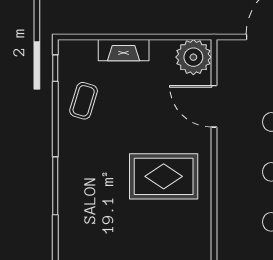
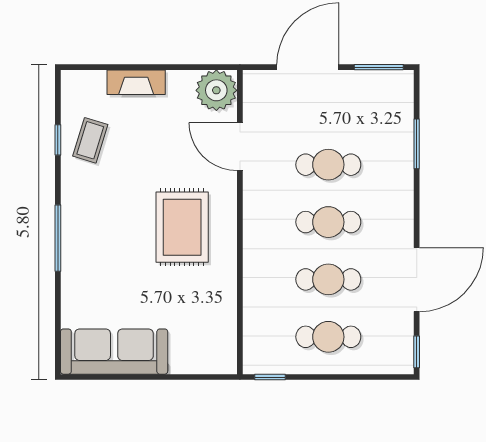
window: (55, 68) -> (58, 140), moved
rug: (164, 176) -> (182, 227), turned 90

